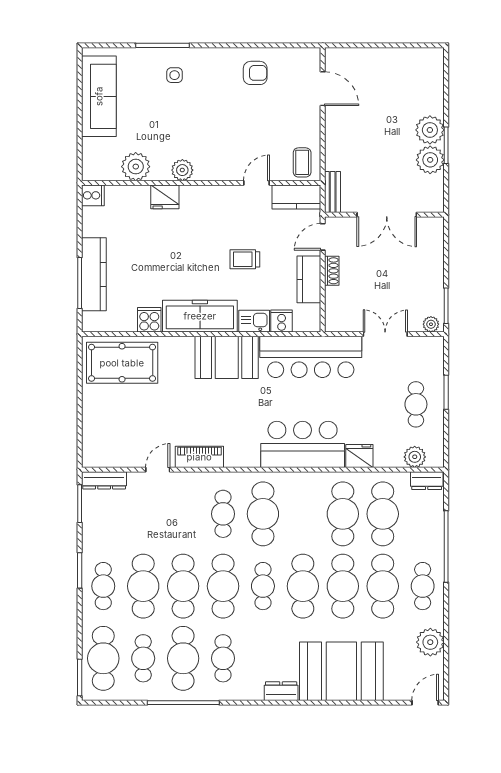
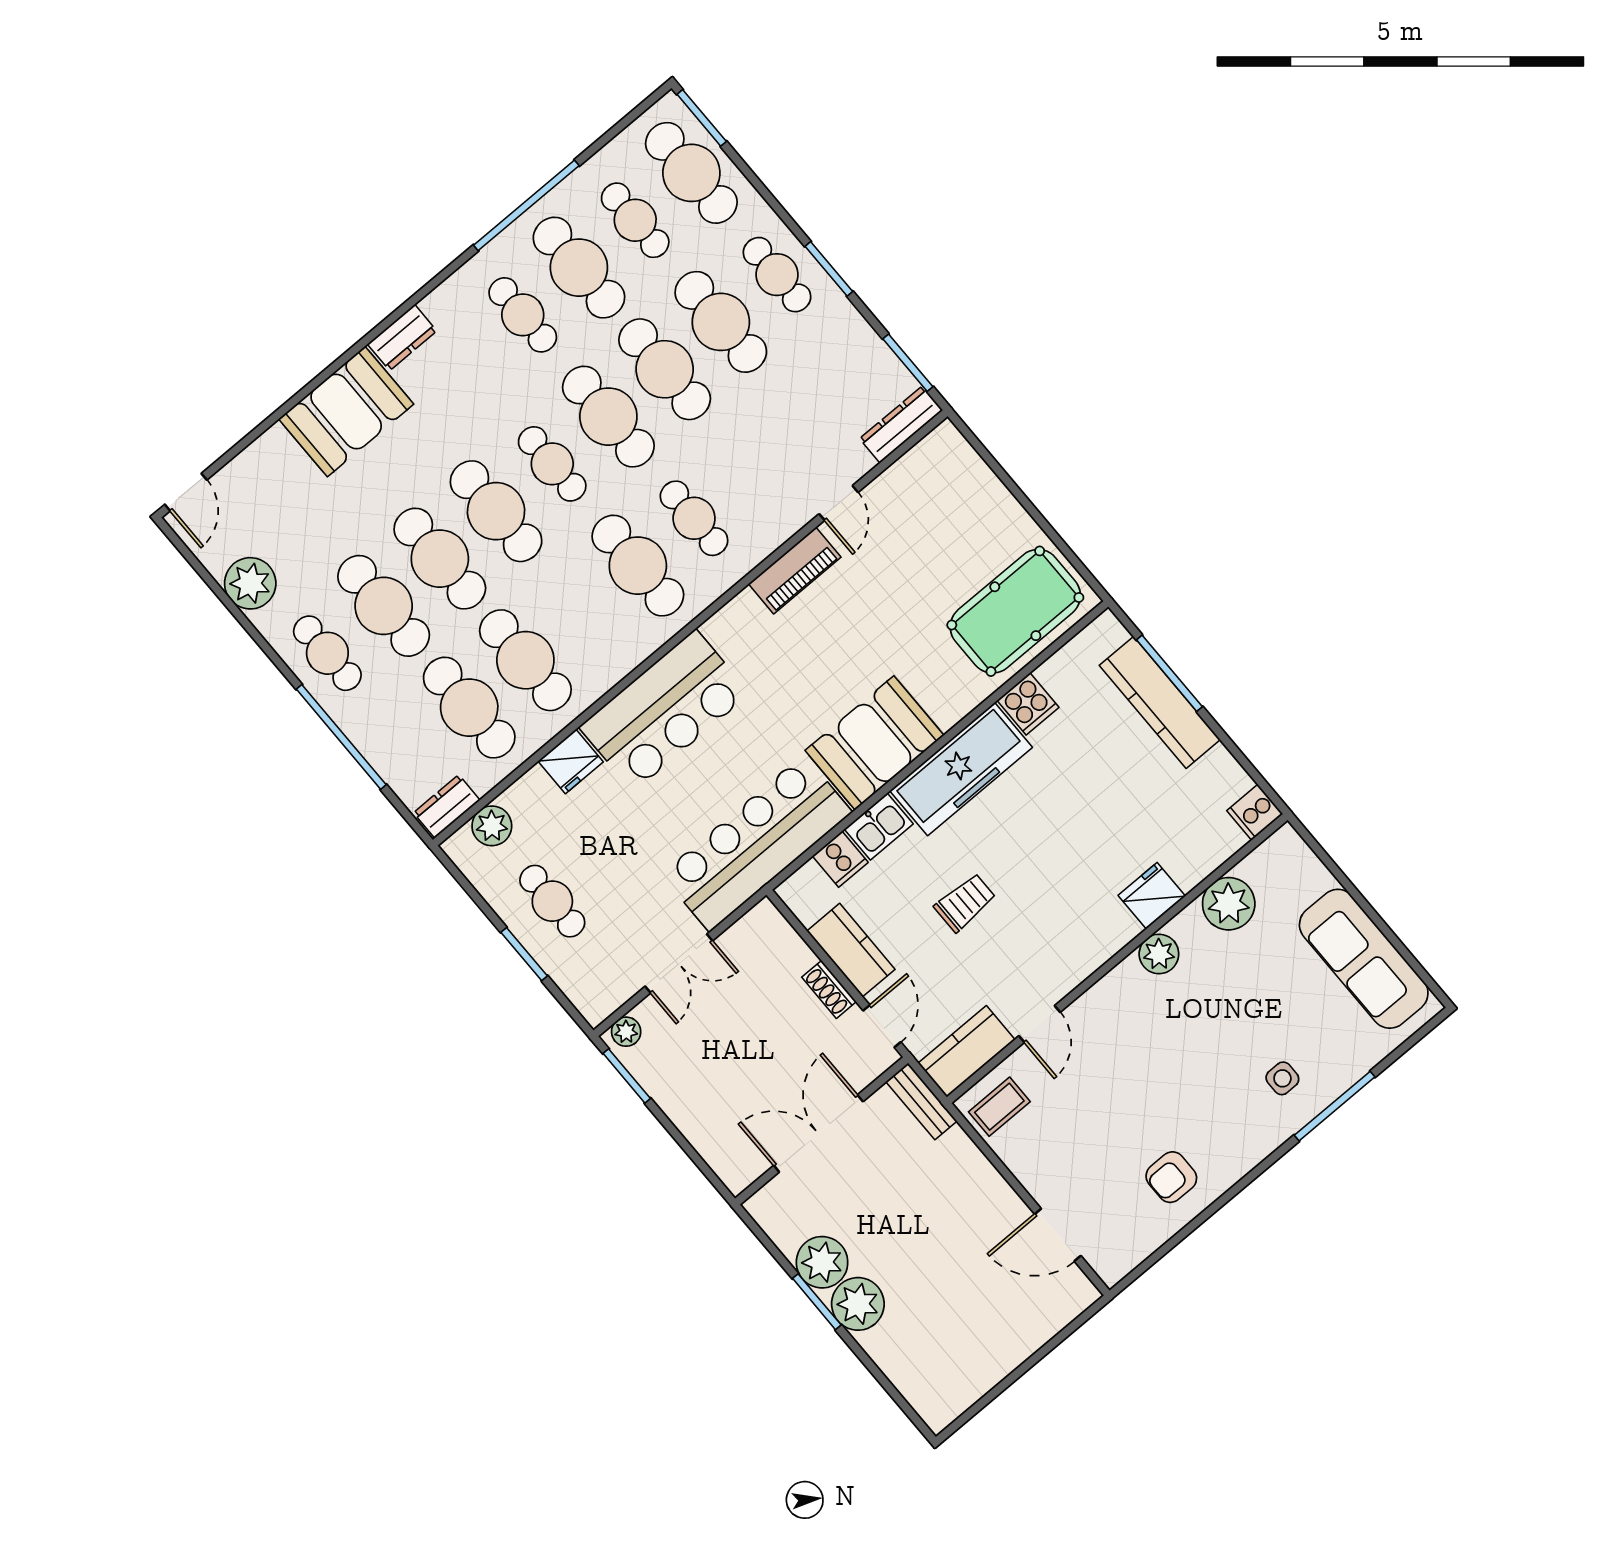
coffee table: (302, 162) -> (999, 1107), turned 90
booth: (341, 671) -> (346, 411), width x0.73, depth x0.70

